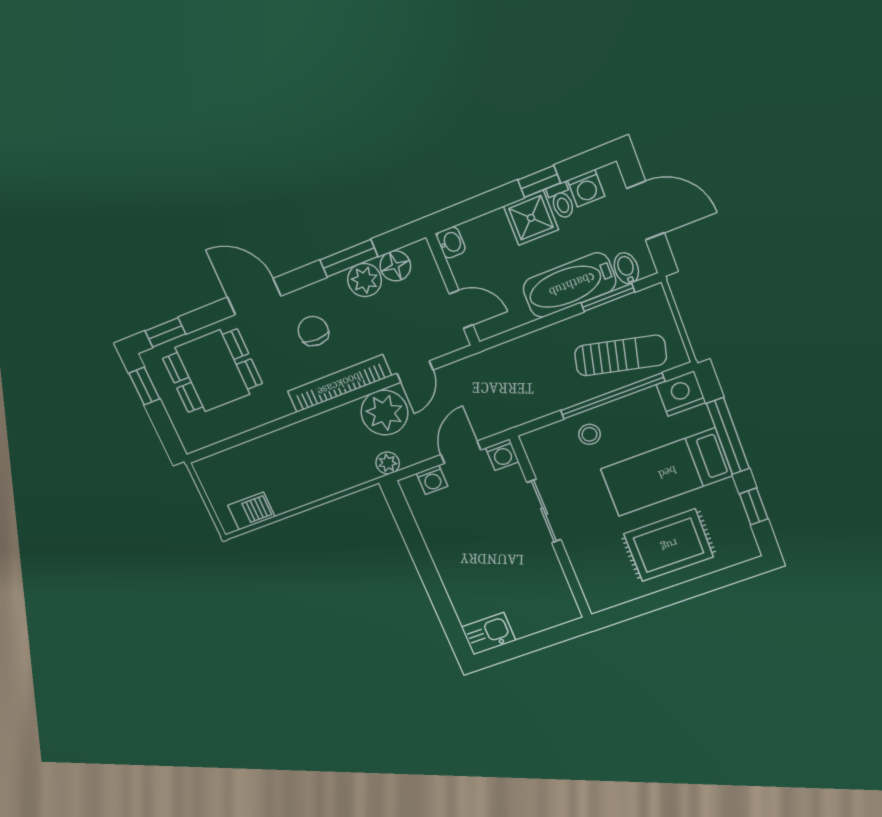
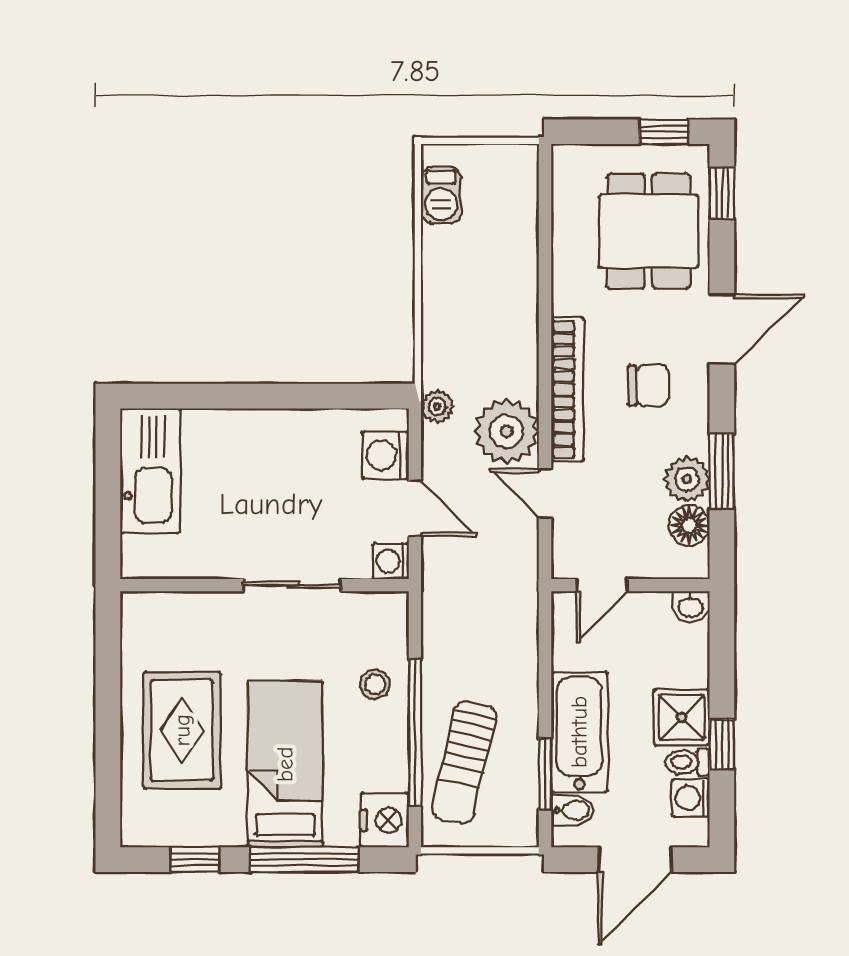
washing machine: (432, 480) -> (385, 455), width x1.38, depth x1.38
kitchen sink: (488, 634) -> (150, 471), width x1.88, depth x1.24

